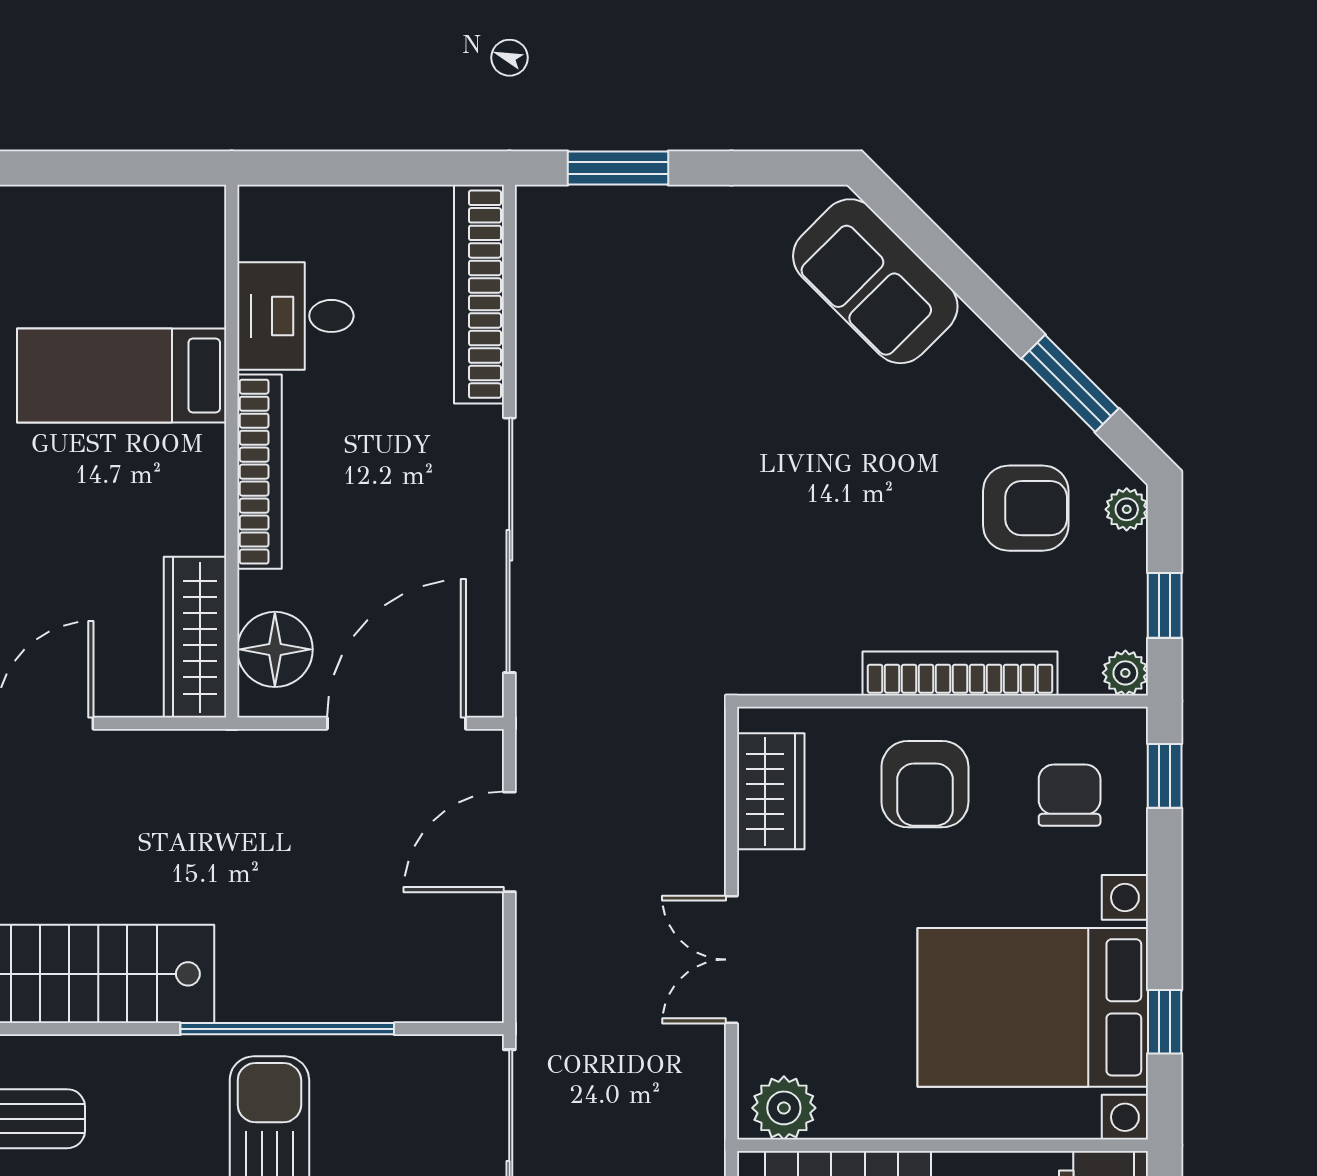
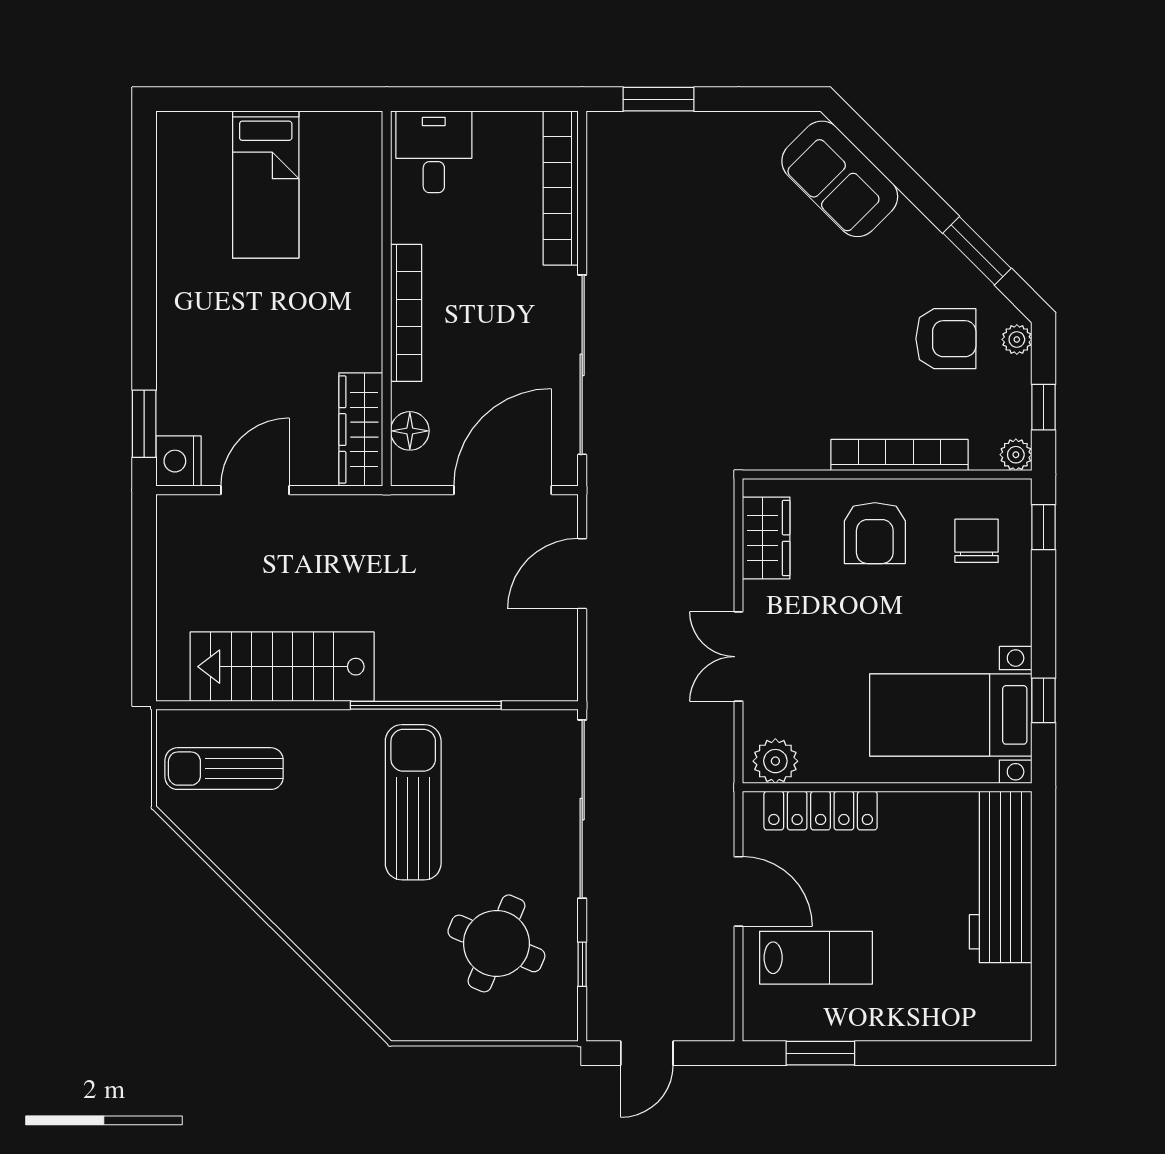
desk: (295, 316) -> (434, 152), moved, turned 90
bed: (122, 375) -> (266, 185), moved, turned -90
floor lamp: (275, 649) -> (410, 431), width x0.73, depth x0.73
bed with nightstands: (1033, 1007) -> (951, 715), width x0.73

